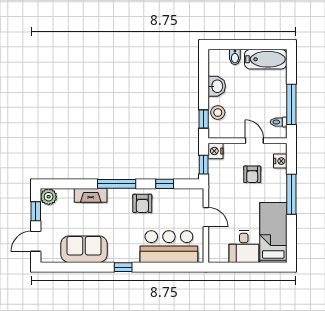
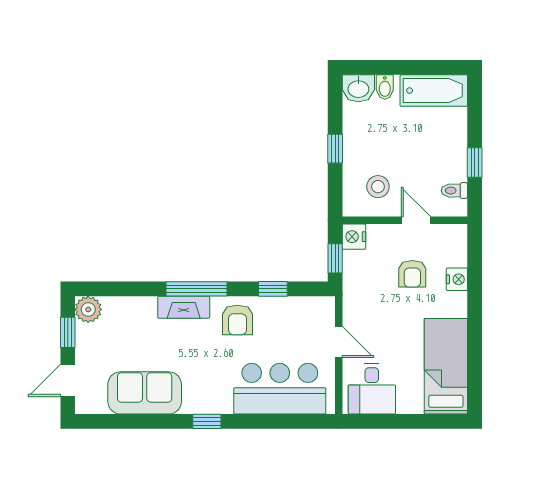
washbasin: (217, 86) -> (358, 88), moved, turned 90
window: (291, 104) -> (475, 163), width x0.46
stool: (218, 113) -> (378, 187), moved
window: (204, 119) -> (335, 149), moved
nightstand: (280, 161) -> (457, 279), moved
window: (291, 194) -> (475, 305), removed
fireplace: (91, 195) -> (184, 307), moved
desk: (244, 247) -> (372, 389), moved

